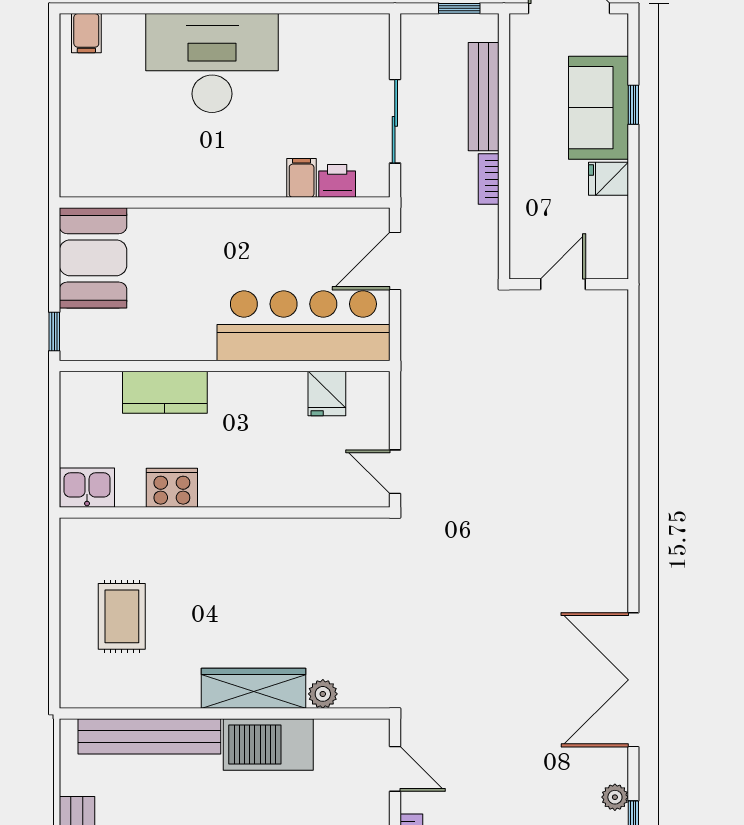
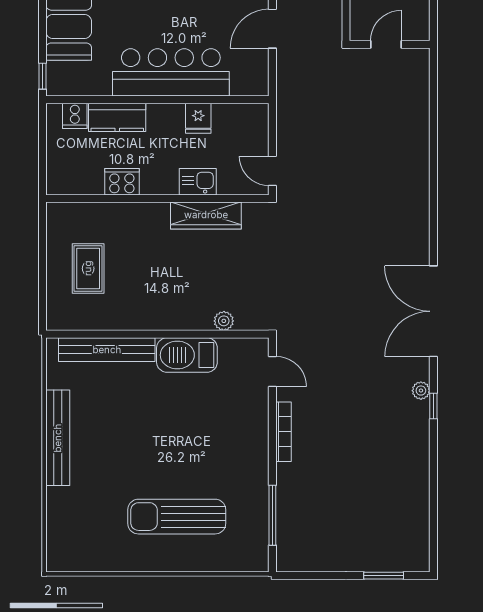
bar counter: (303, 326) -> (171, 72), moved
cooker: (102, 390) -> (75, 116), added
fridge: (327, 394) -> (198, 118), moved
kitchen sink: (87, 488) -> (198, 182), moved
wardrobe: (253, 688) -> (206, 215), moved, turned 180

